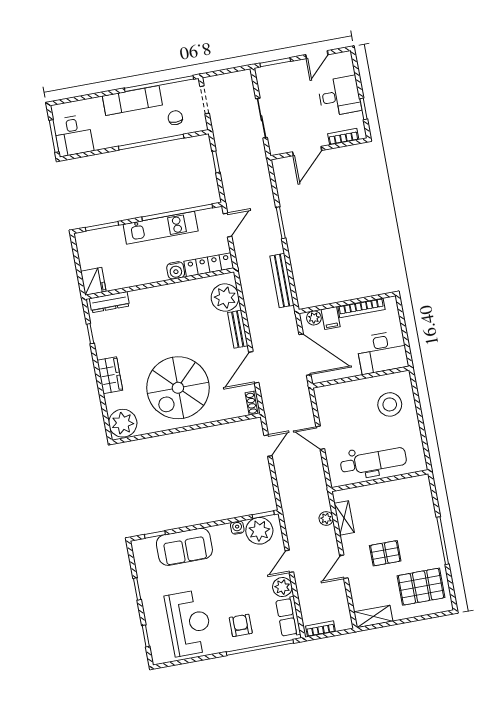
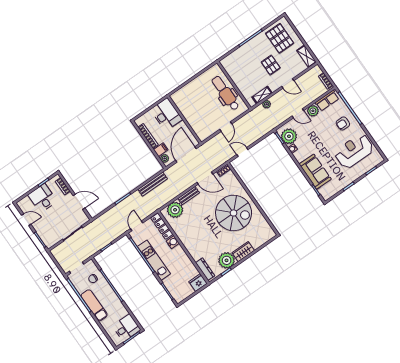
door: (228, 225) -> (137, 226), hinge flipped
stool: (390, 404) -> (192, 98), removed
plant: (123, 423) -> (227, 260), moved

